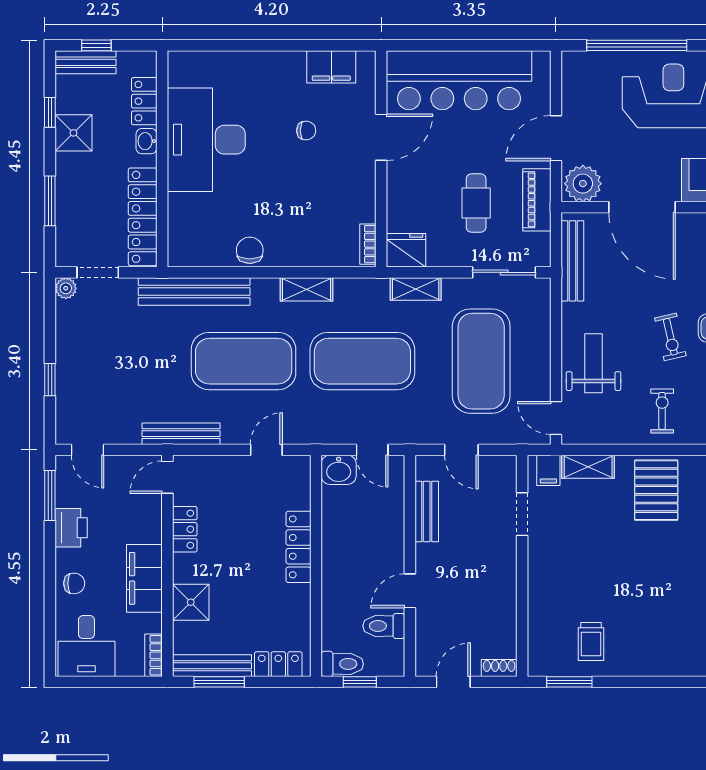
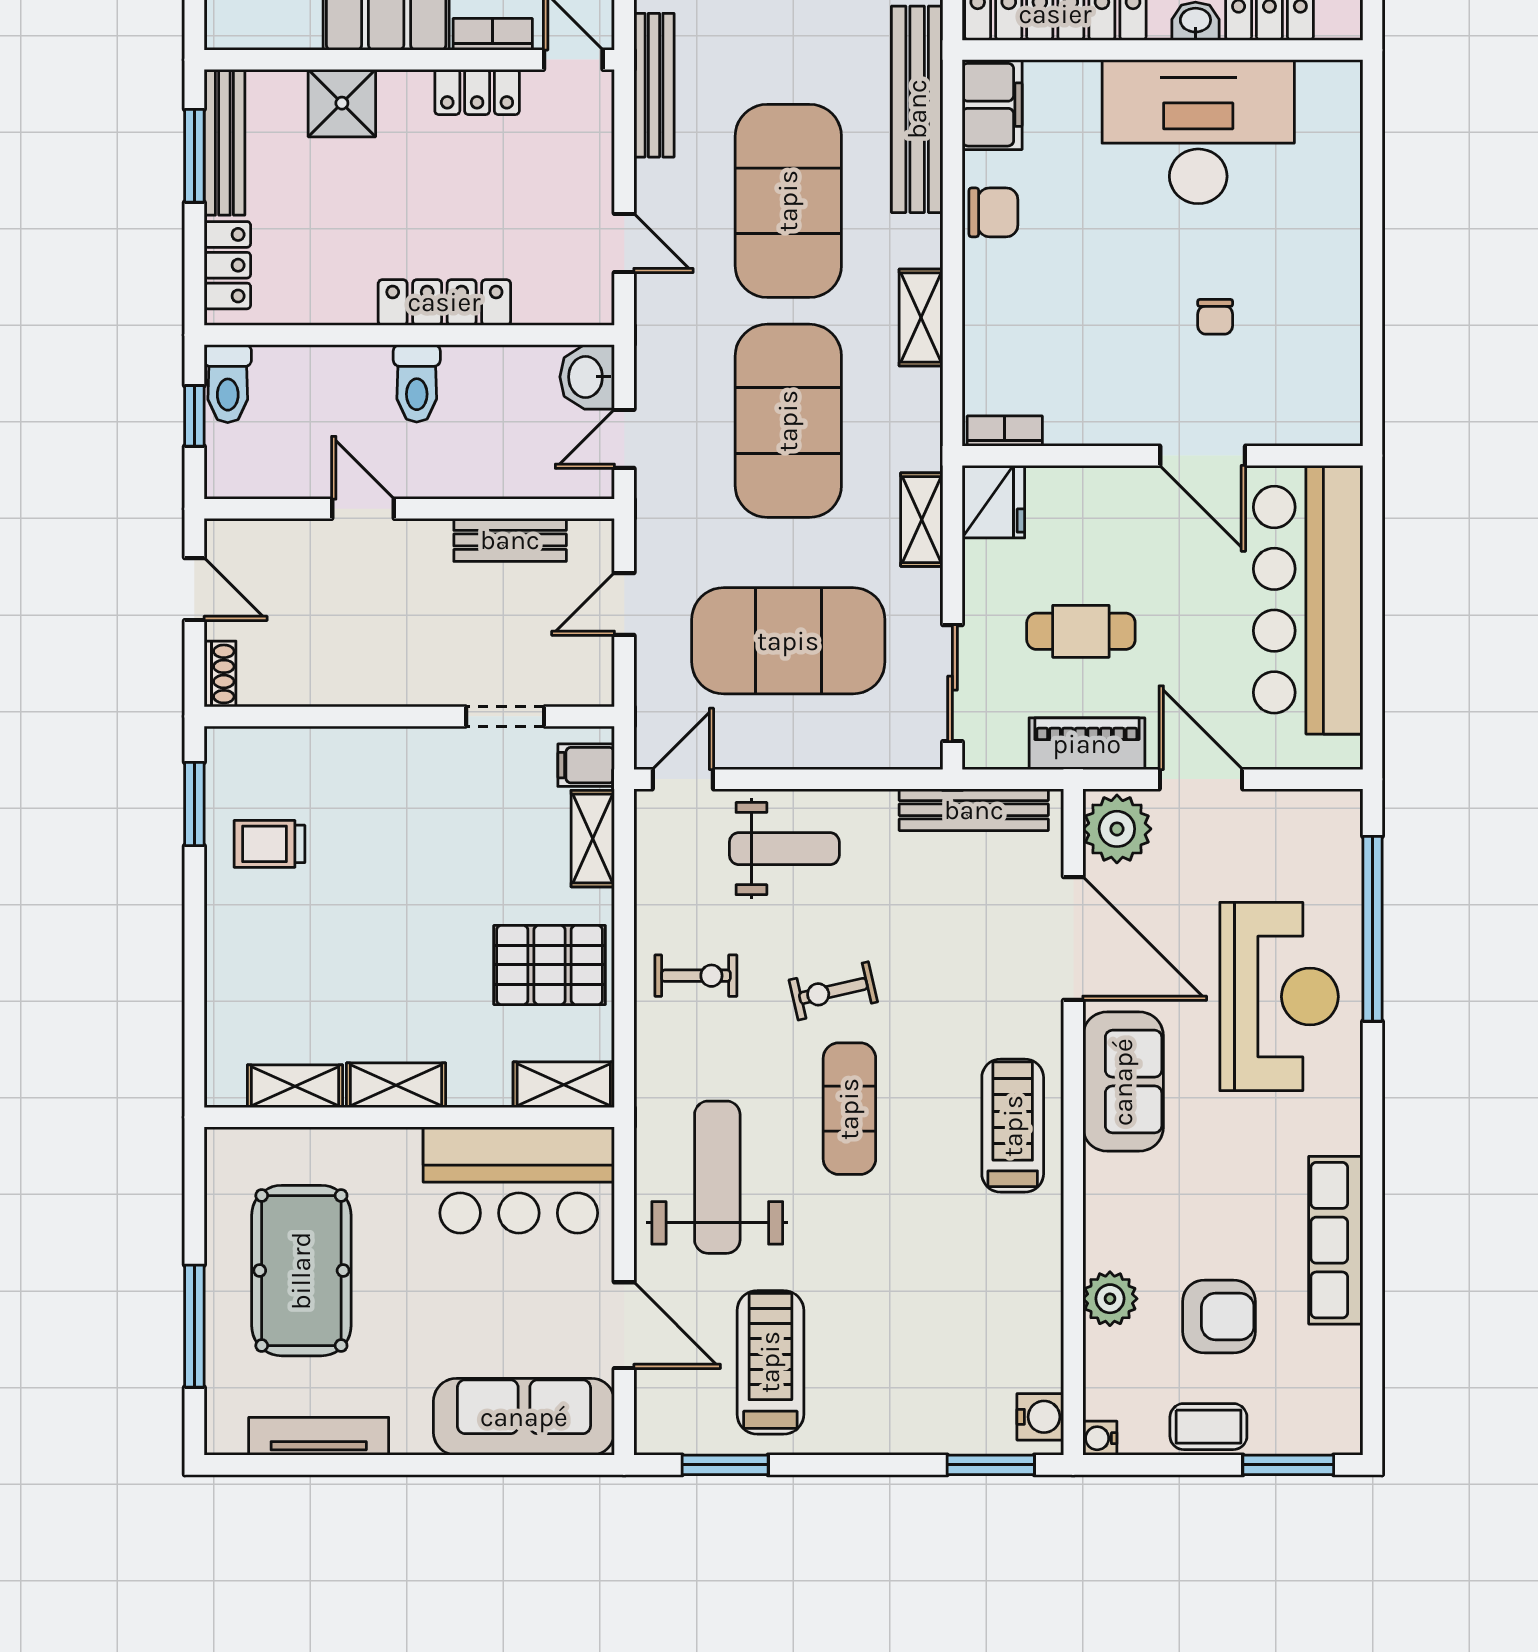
filing cabinet: (331, 67) -> (992, 105), moved, turned 180
door: (642, 207) -> (1073, 939), swing flipped
toilet: (384, 626) -> (417, 383), moved, turned 180
bookcase: (154, 655) -> (493, 34), moved

